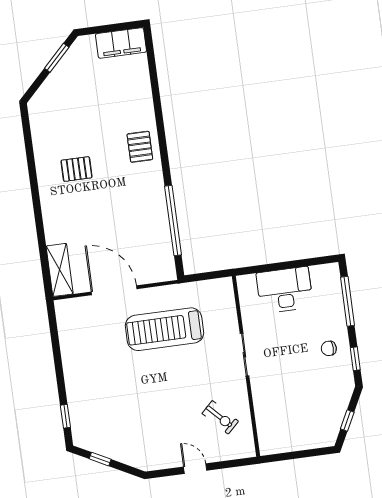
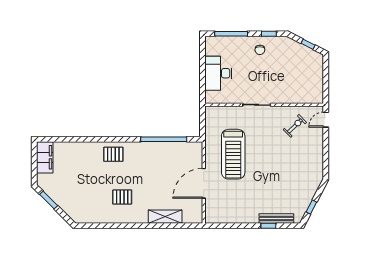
pallet: (76, 169) -> (122, 197), turned 90
shelving: (60, 270) -> (165, 217), moved
bench: (75, 408) -> (276, 219), added
window: (65, 416) -> (268, 226), moved
door: (195, 469) -> (326, 120), moved

